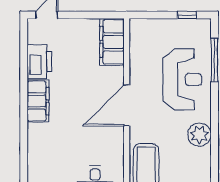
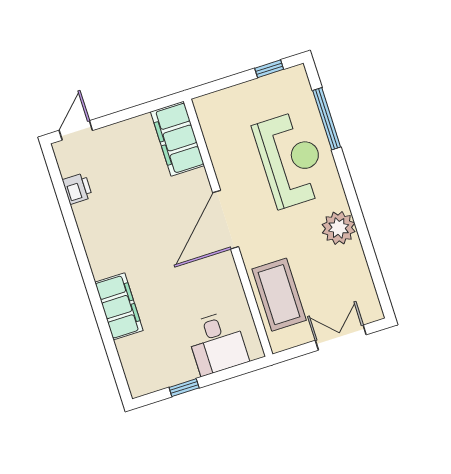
printer: (39, 62) -> (77, 189), width x0.53, depth x0.68
filing cabinet: (38, 101) -> (119, 306), moved

